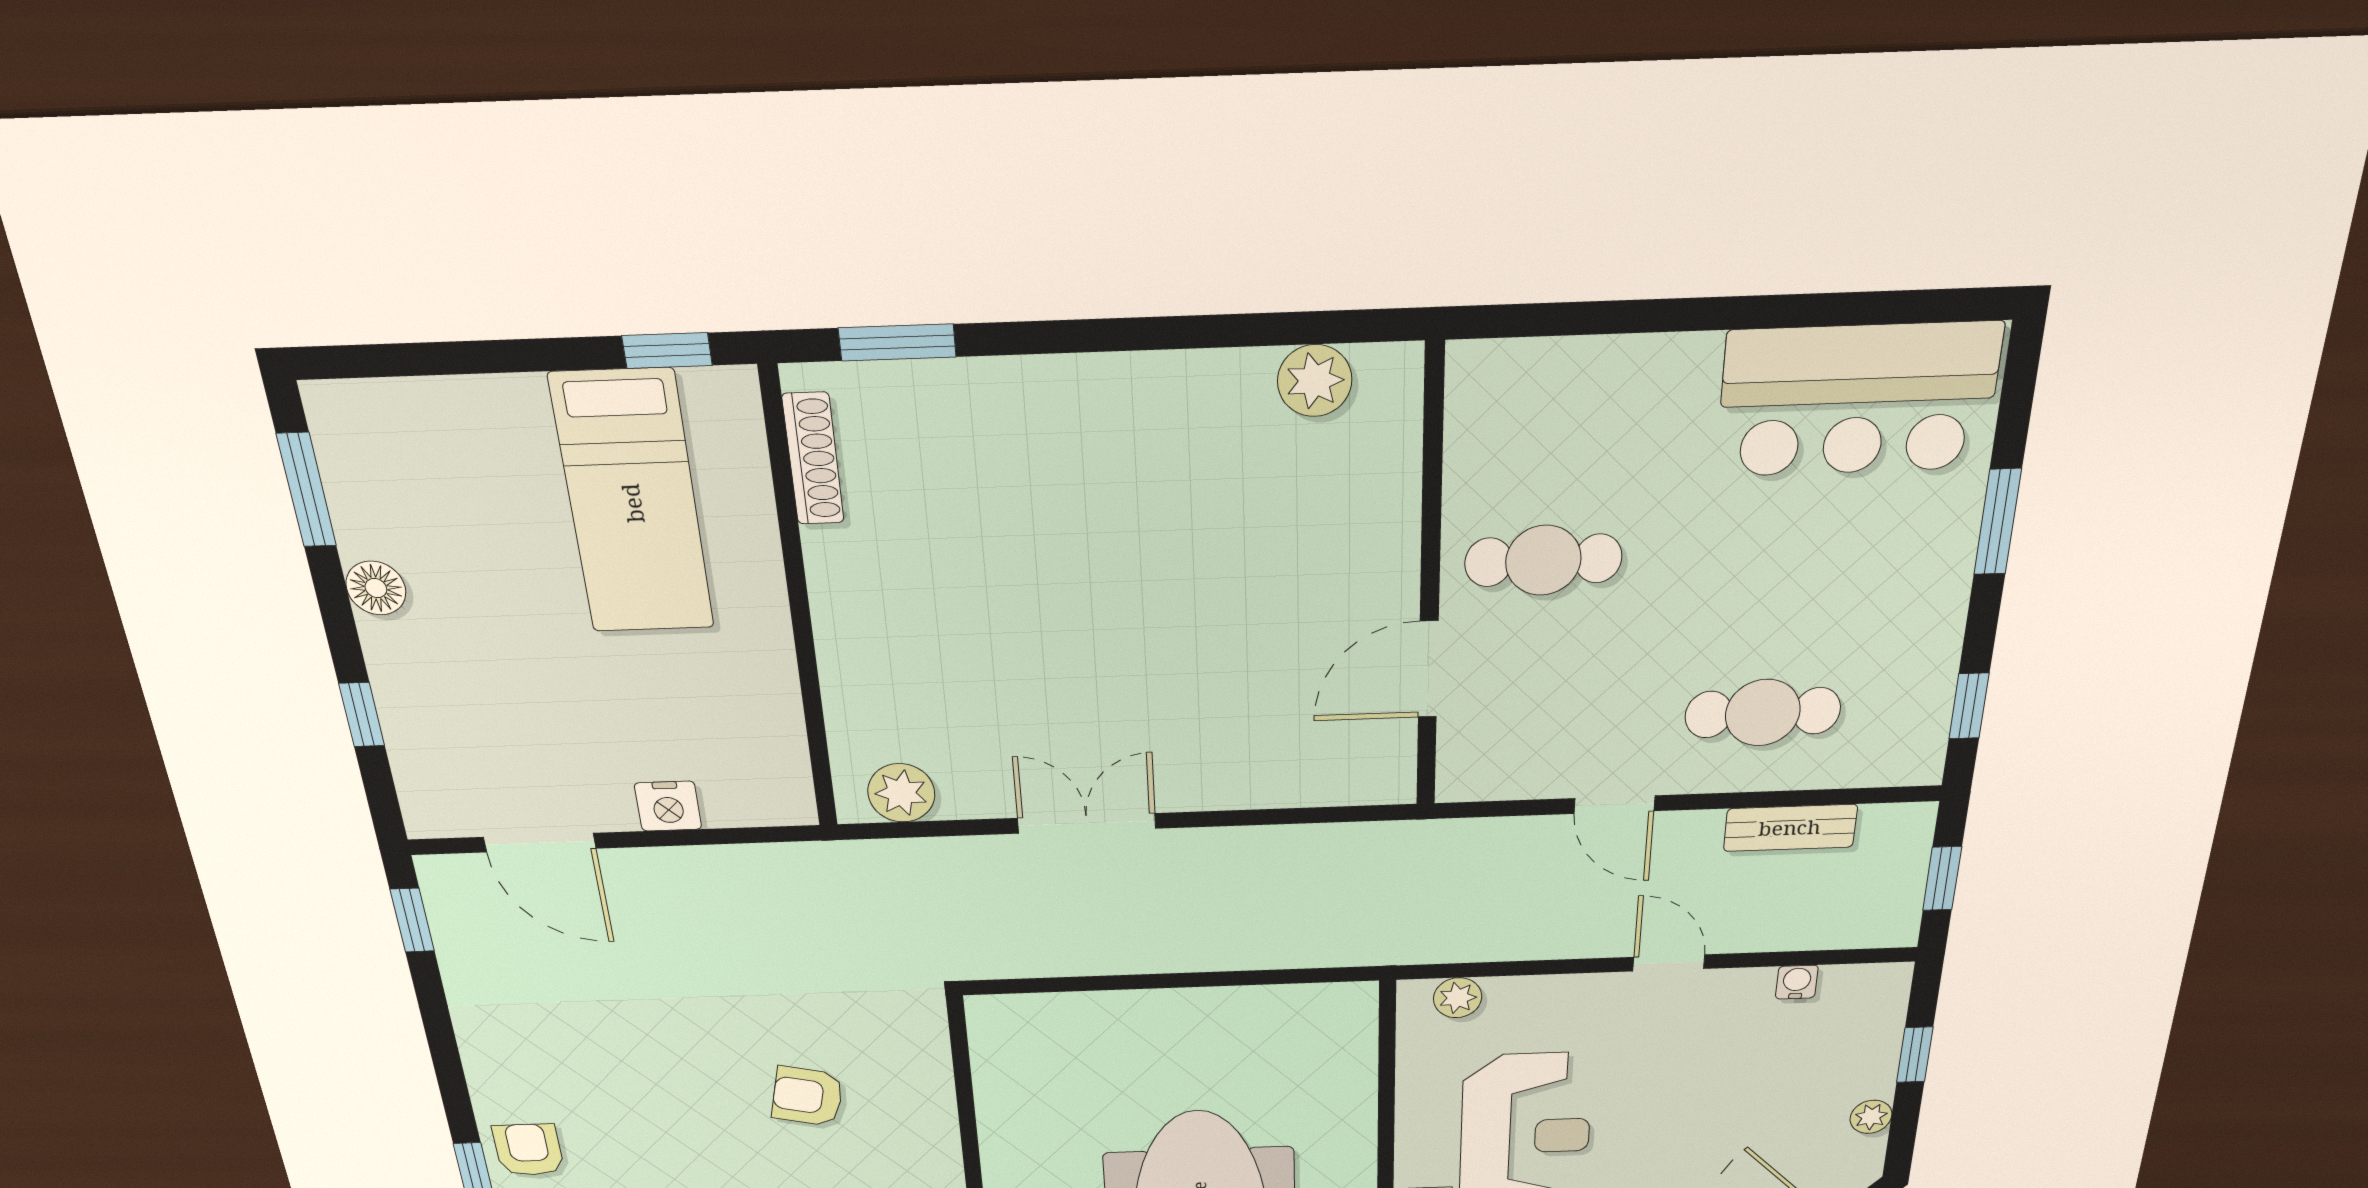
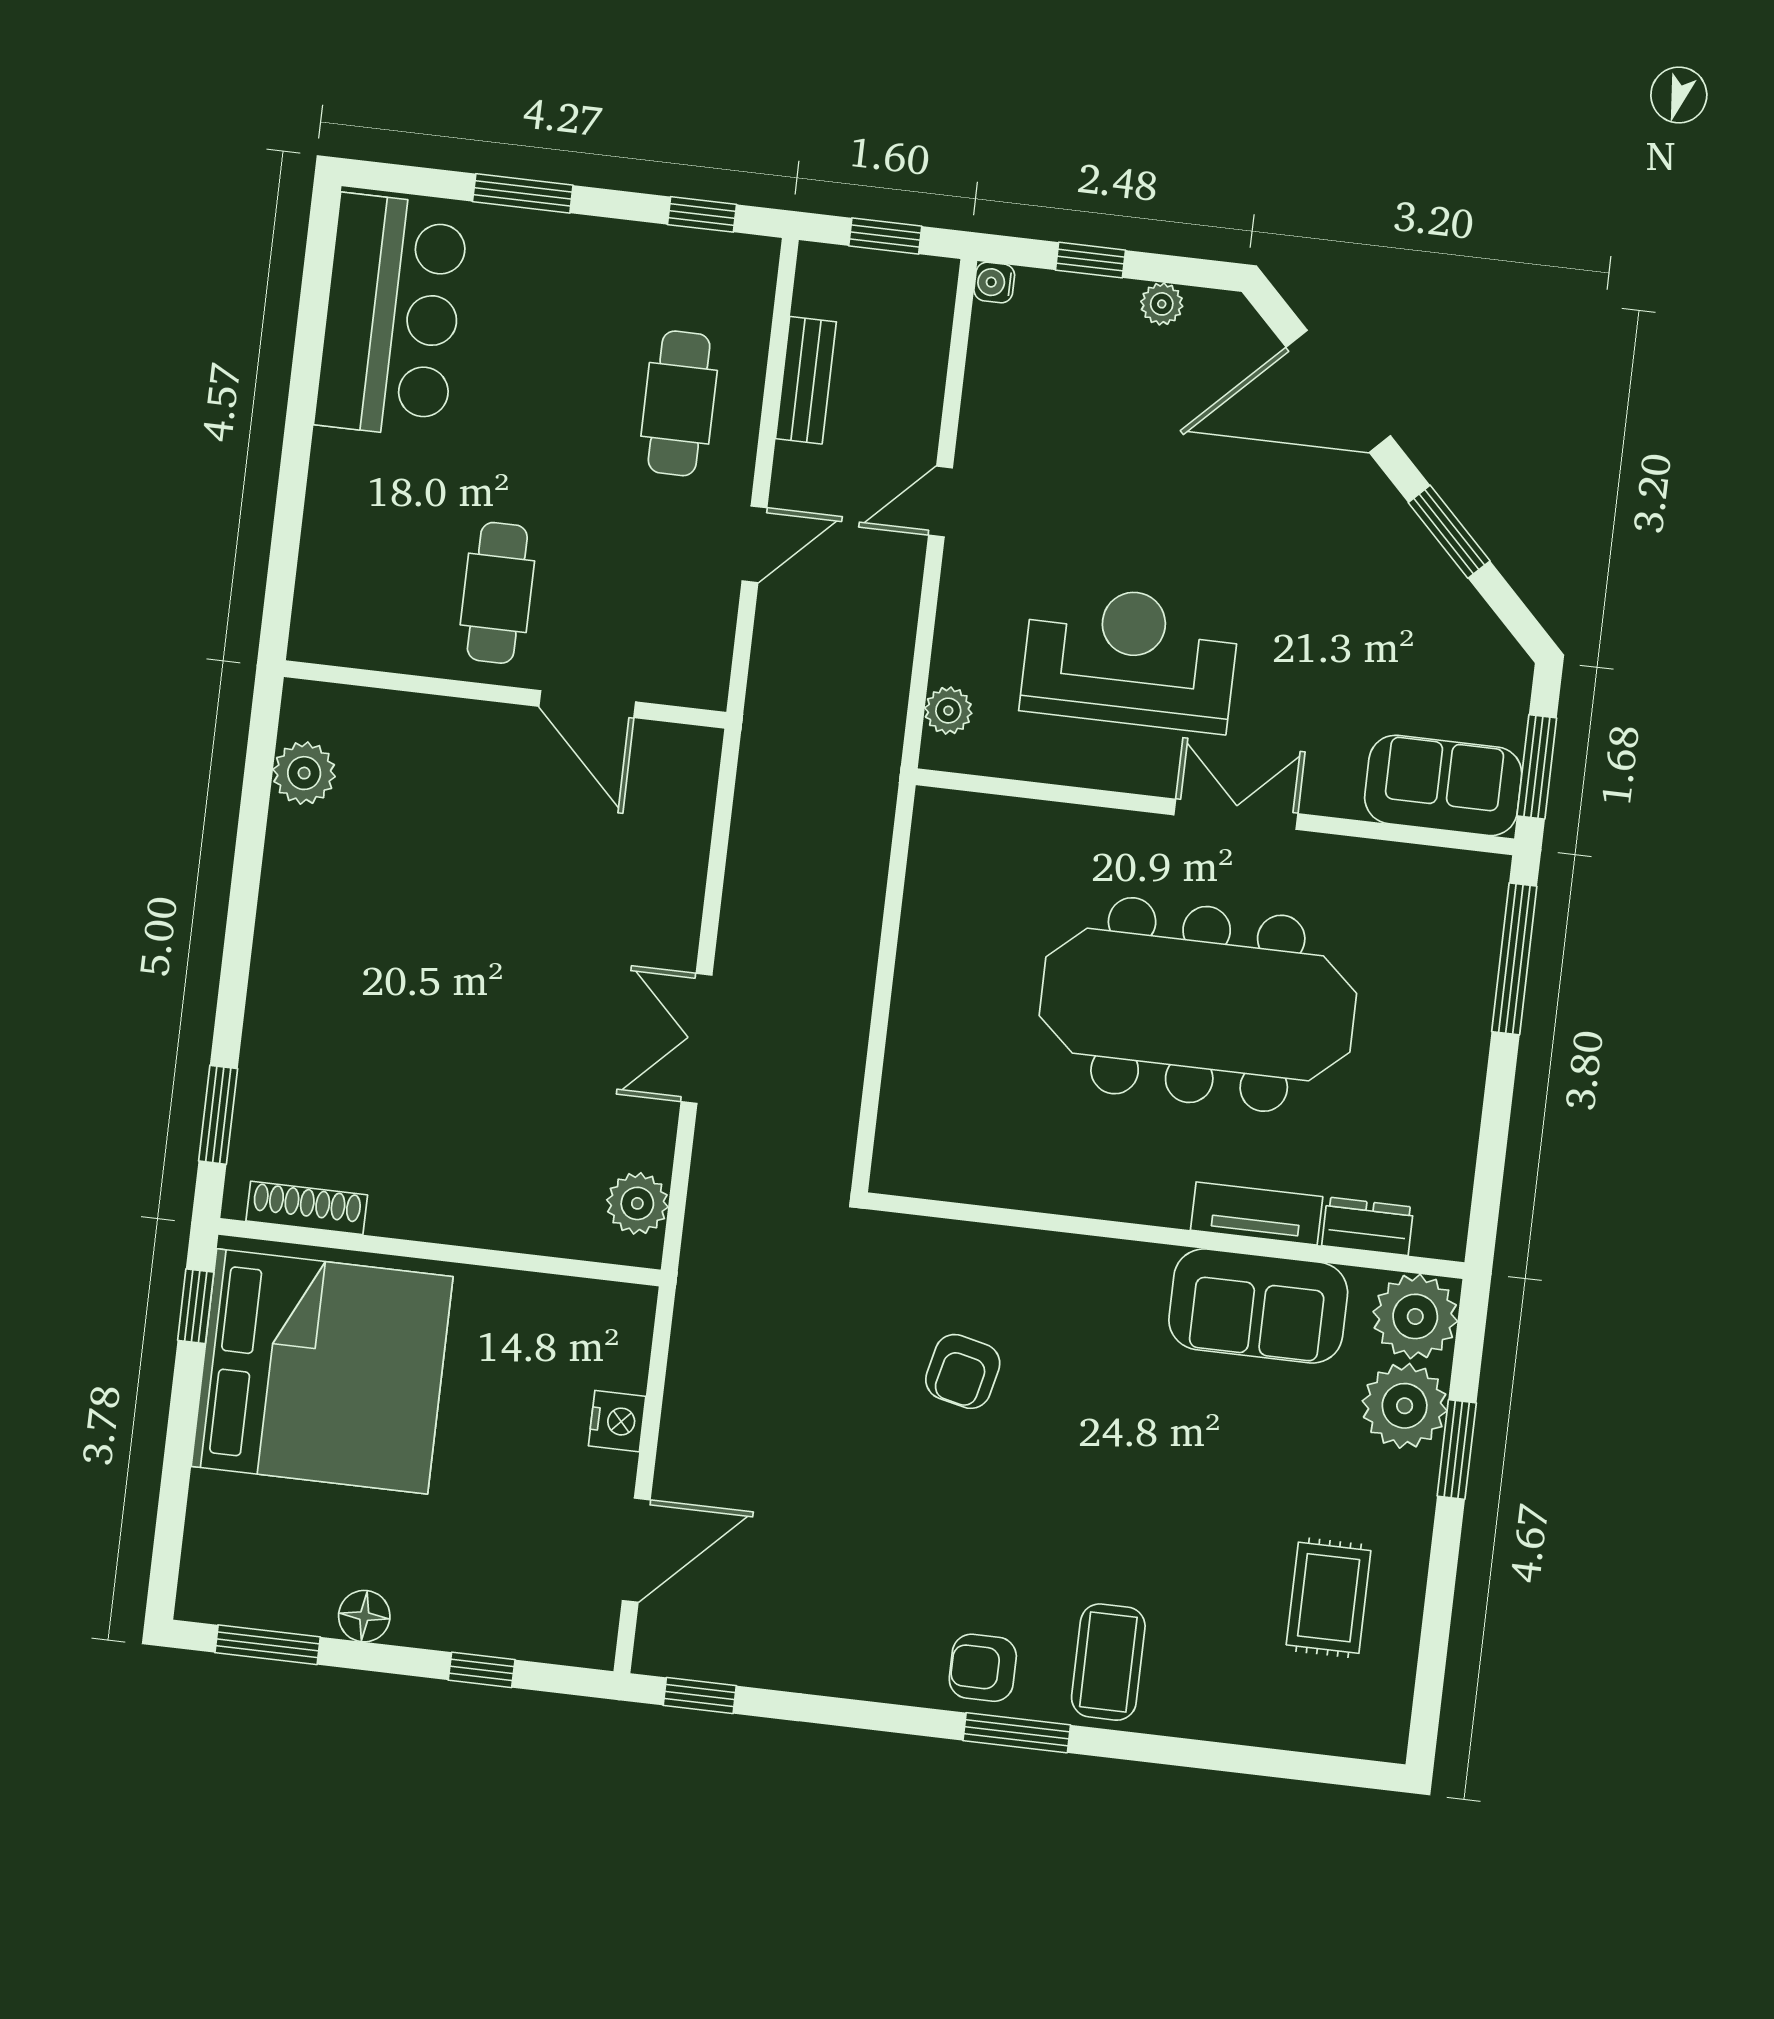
bed: (633, 503) -> (322, 1371), width x2.04
water cooler: (1797, 982) -> (994, 282), moved

